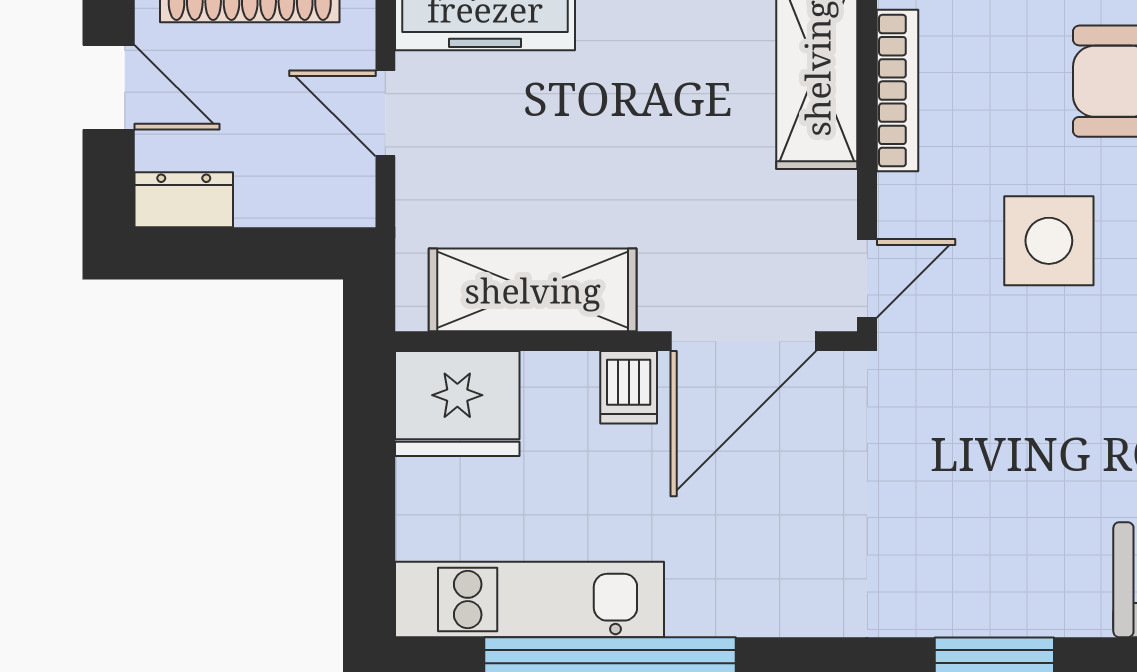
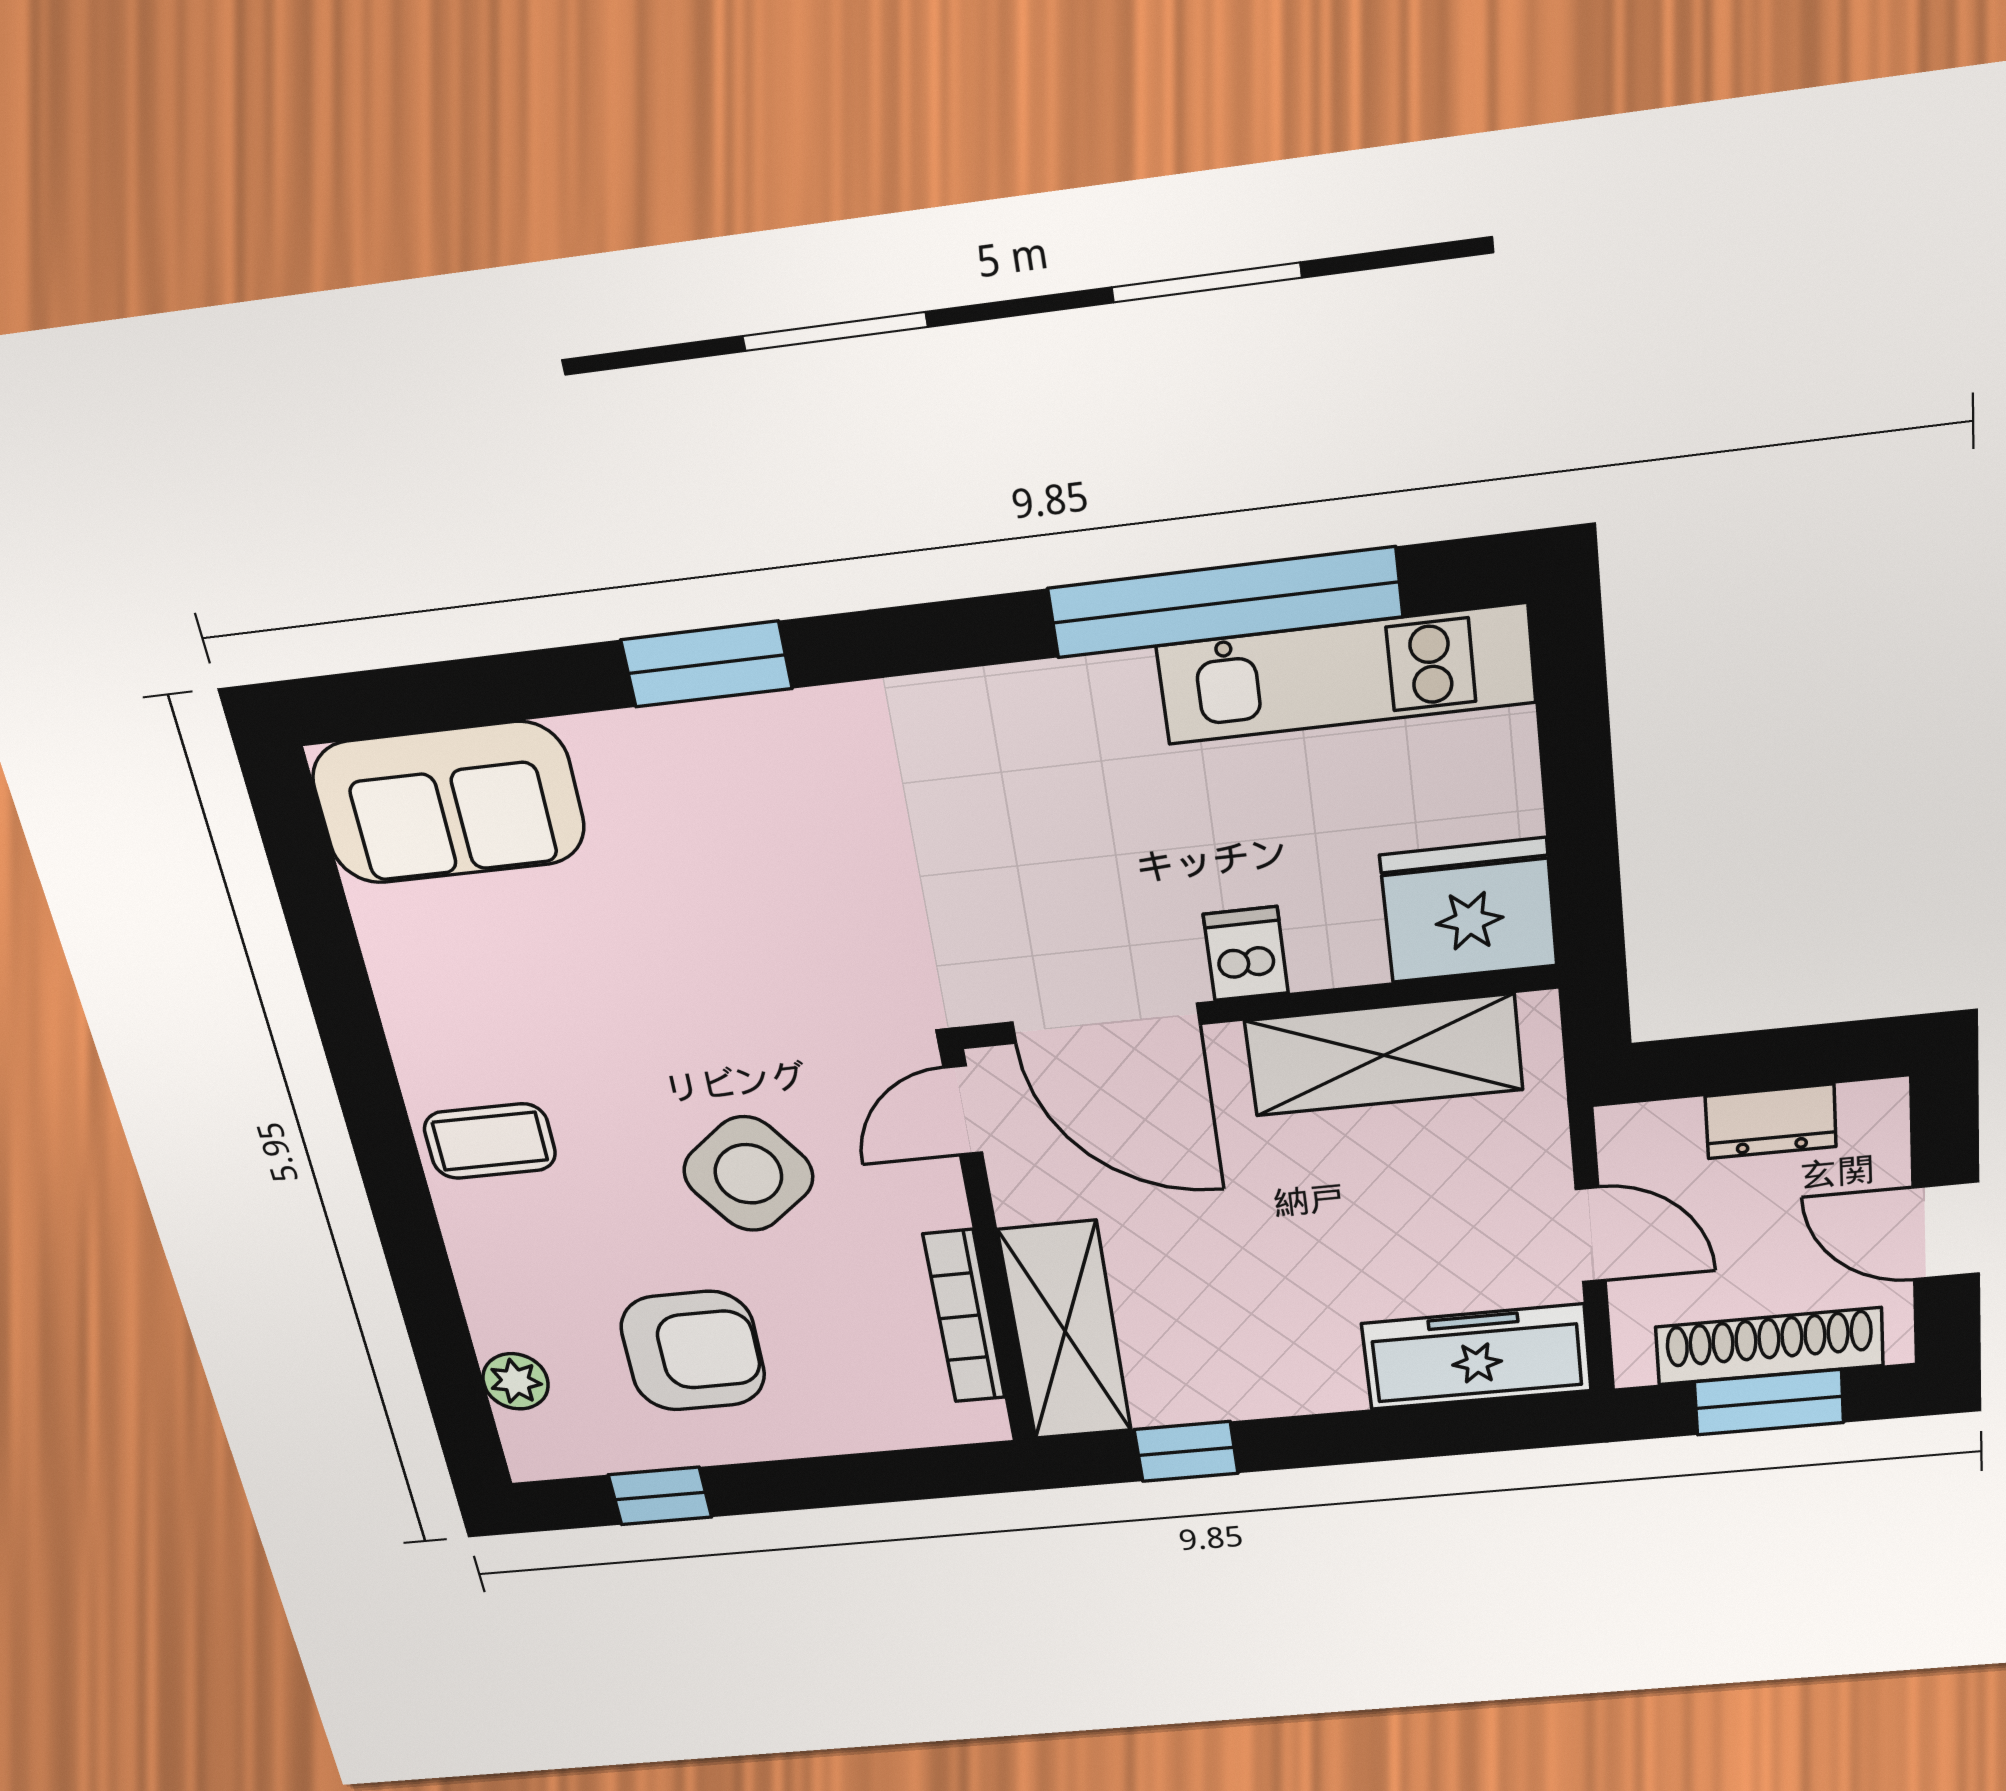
dresser: (184, 200) -> (1771, 1121), moved
side table: (1049, 241) -> (748, 1174), turned -37
door: (743, 341) -> (1106, 1023), swing flipped

